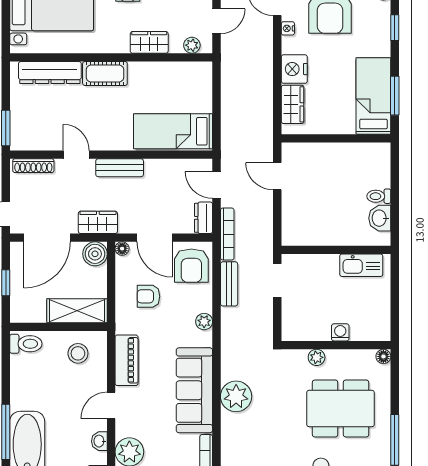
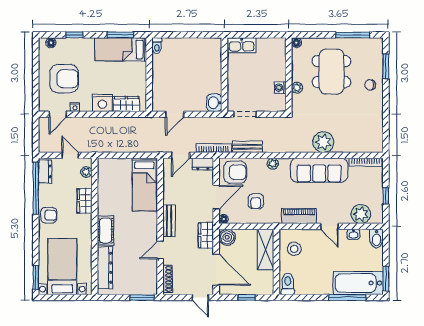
toilet: (379, 196) -> (157, 46), moved
washbasin: (380, 218) -> (214, 103), moved, turned 90
kitchen sink: (361, 265) -> (242, 45), moved, turned 90
washing machine: (340, 332) -> (280, 88), moved

